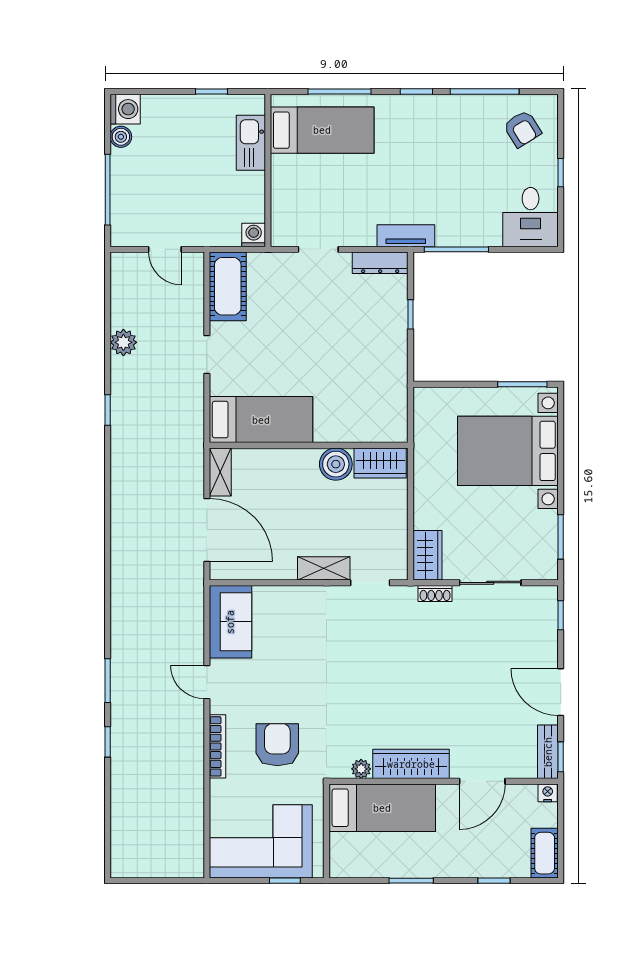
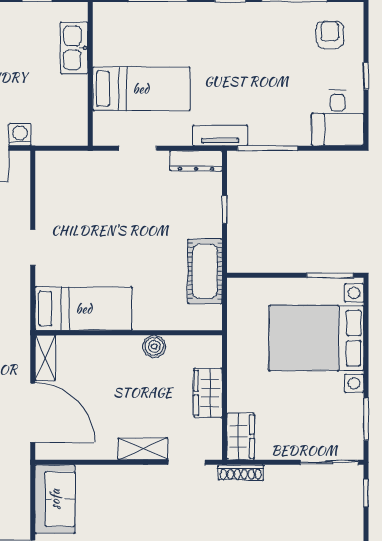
armchair: (522, 129) -> (330, 35), turned -148
bed: (322, 130) -> (141, 89), moved
washing machine: (254, 235) -> (20, 135), moved
cot: (228, 286) -> (205, 271), moved
wardrobe: (380, 463) -> (208, 393), moved, turned 90
boiler: (336, 464) -> (154, 346), width x0.73, depth x0.73
sliding door: (490, 583) -> (329, 462), moved
shoe rack: (435, 594) -> (241, 472), width x1.43

